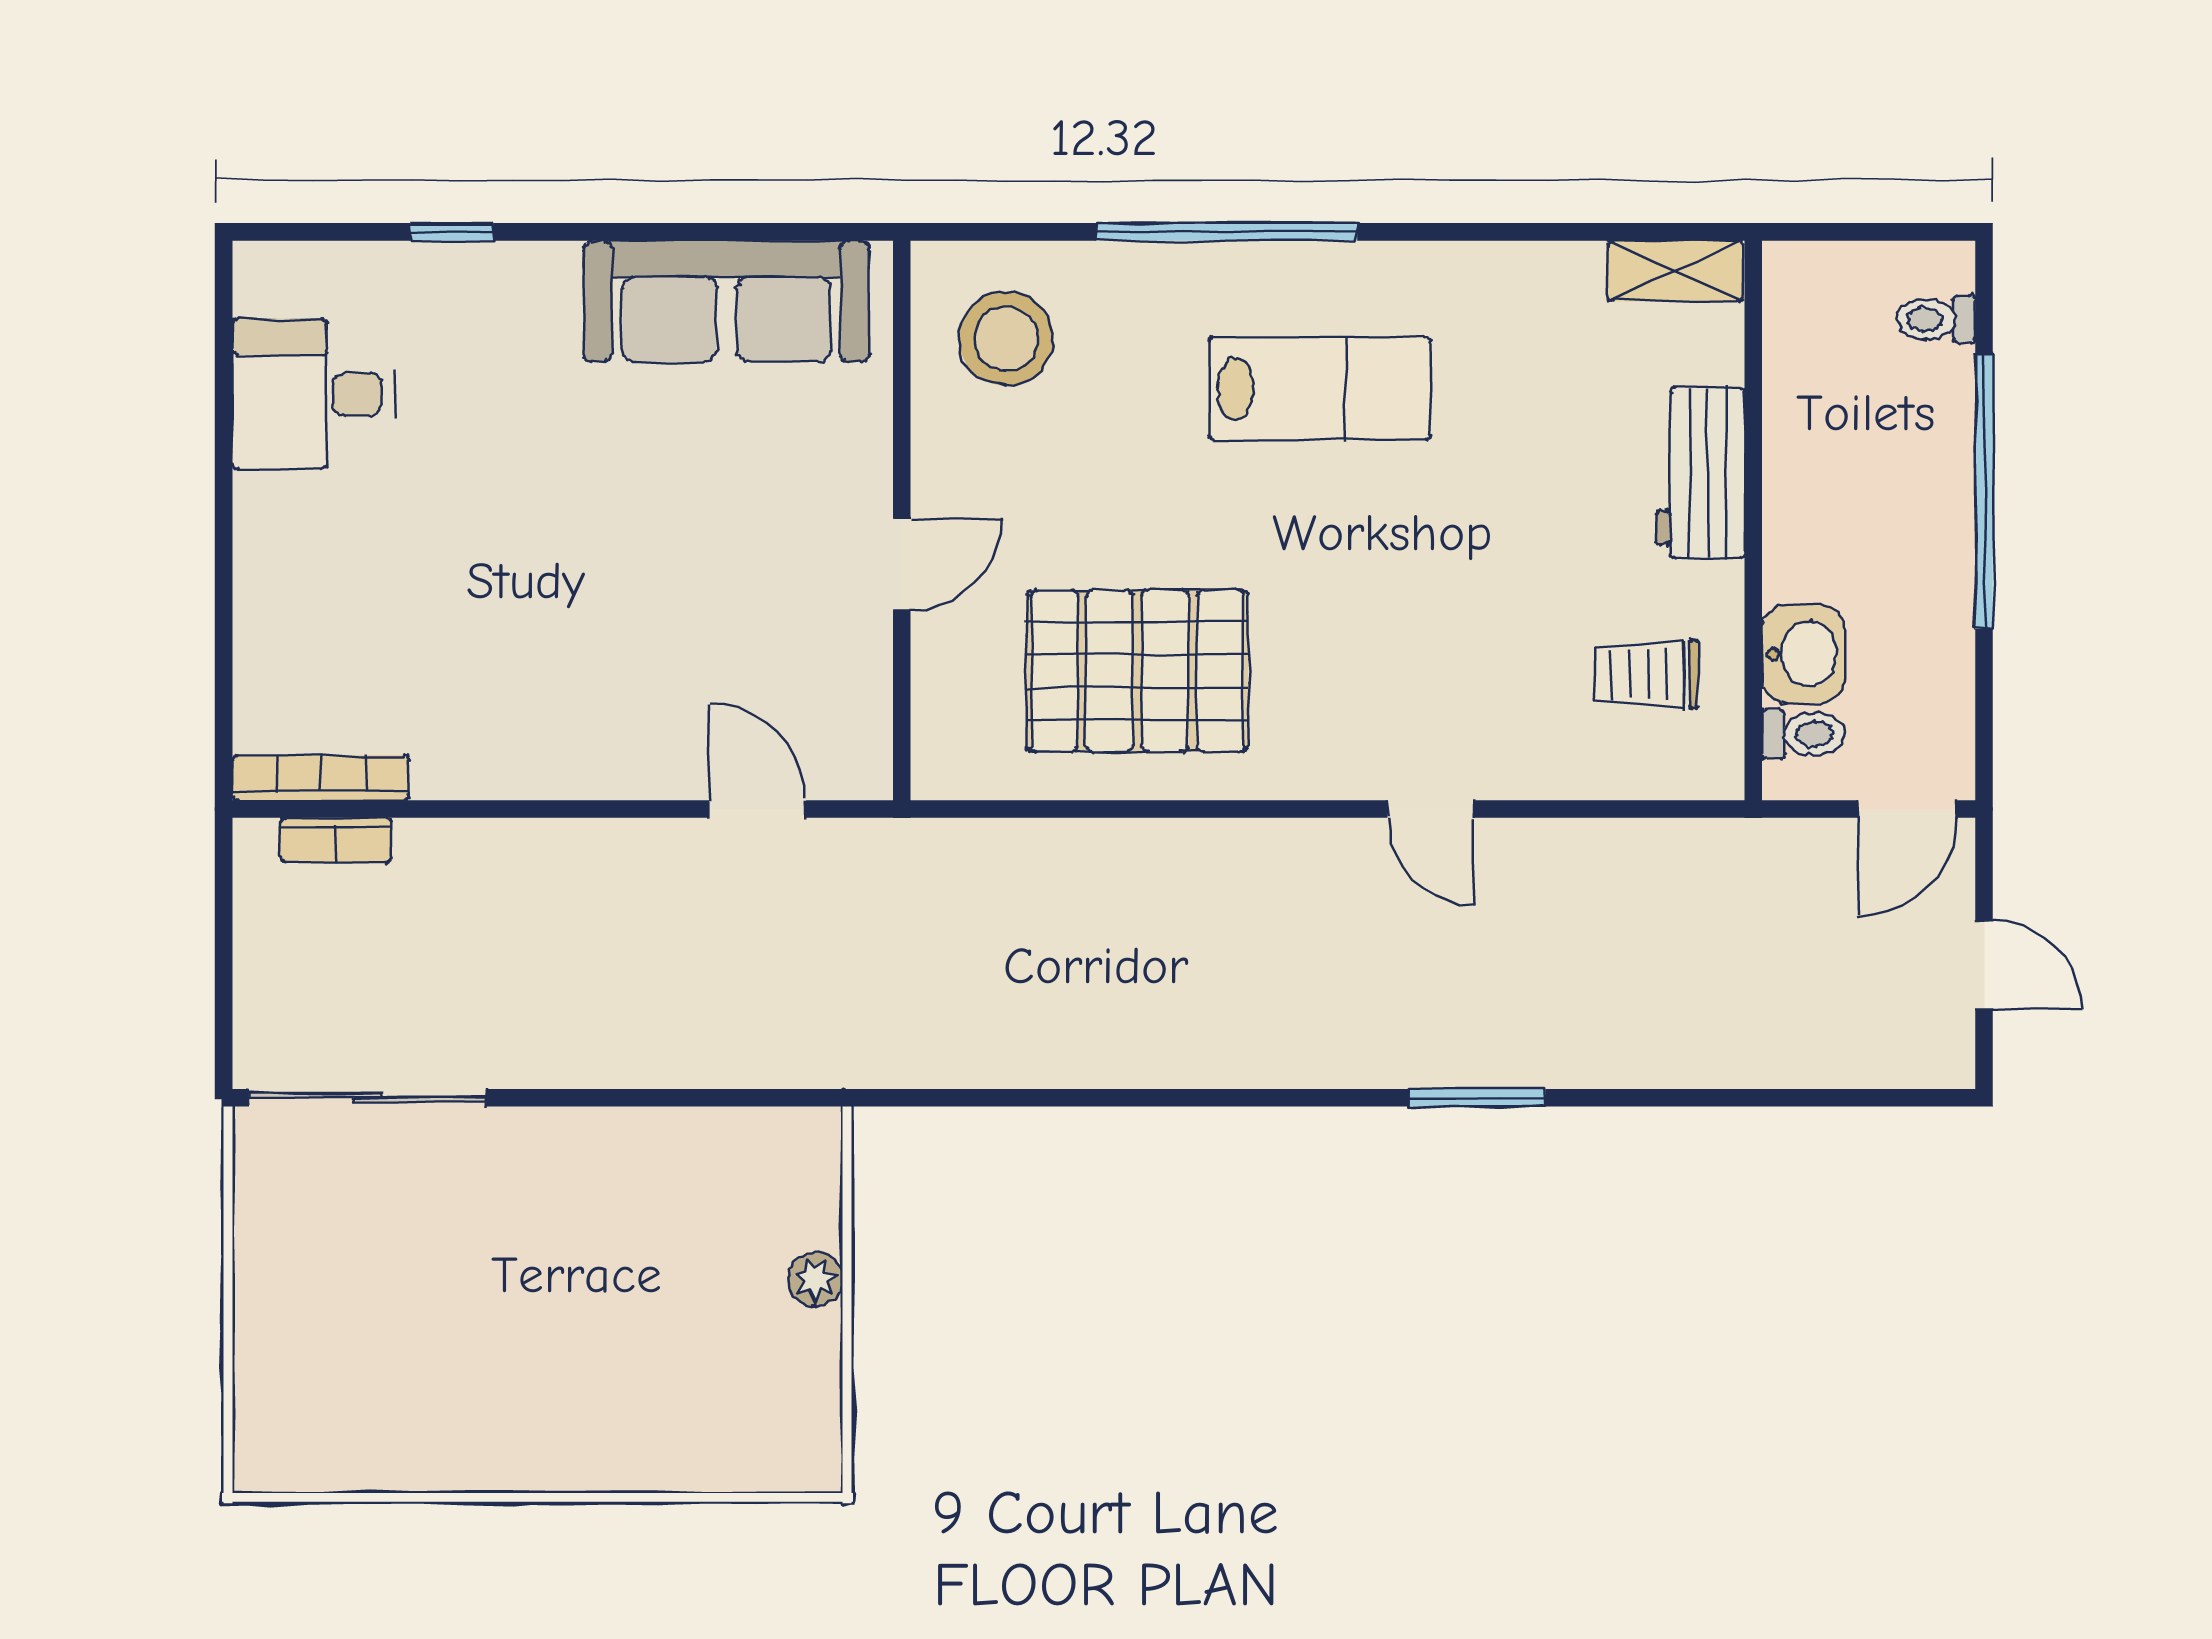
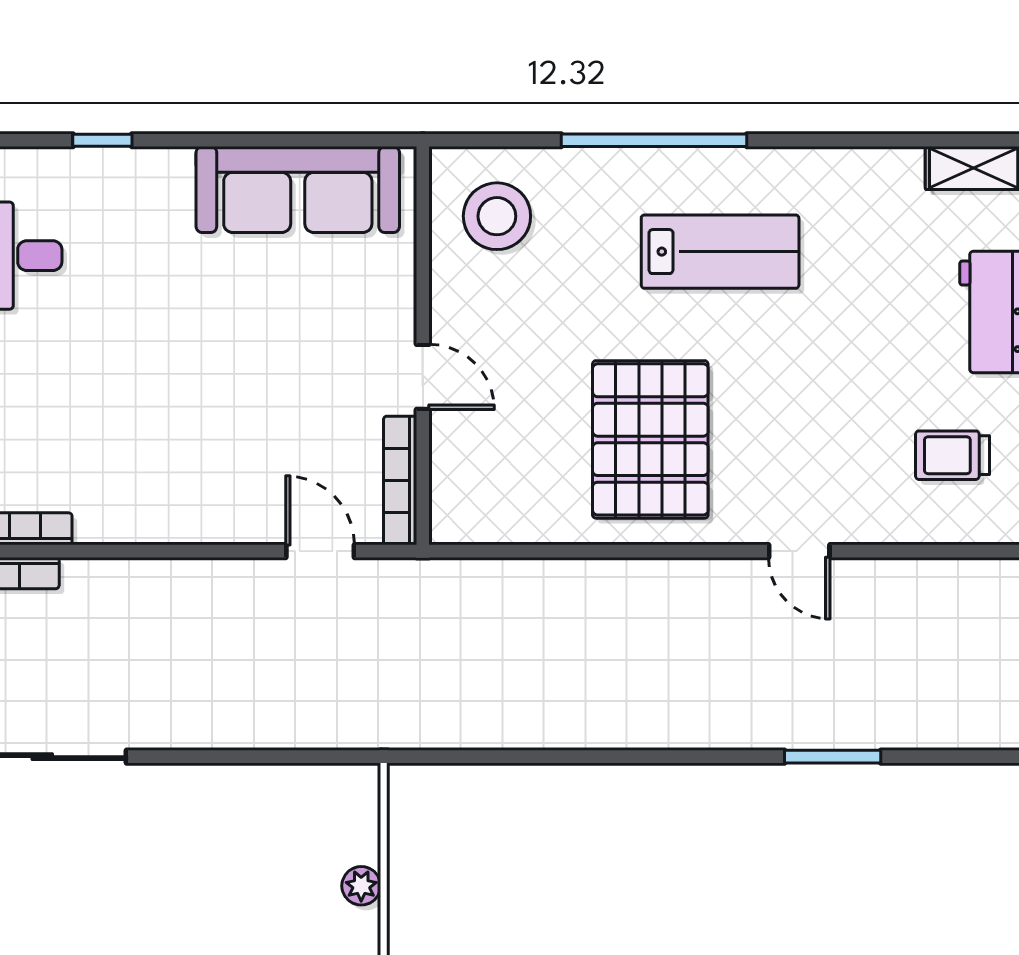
door: (902, 564) -> (423, 377), hinge flipped
pallet: (1137, 671) -> (650, 439), moved, turned 90
bookcase: (870, 710) -> (400, 480), added

